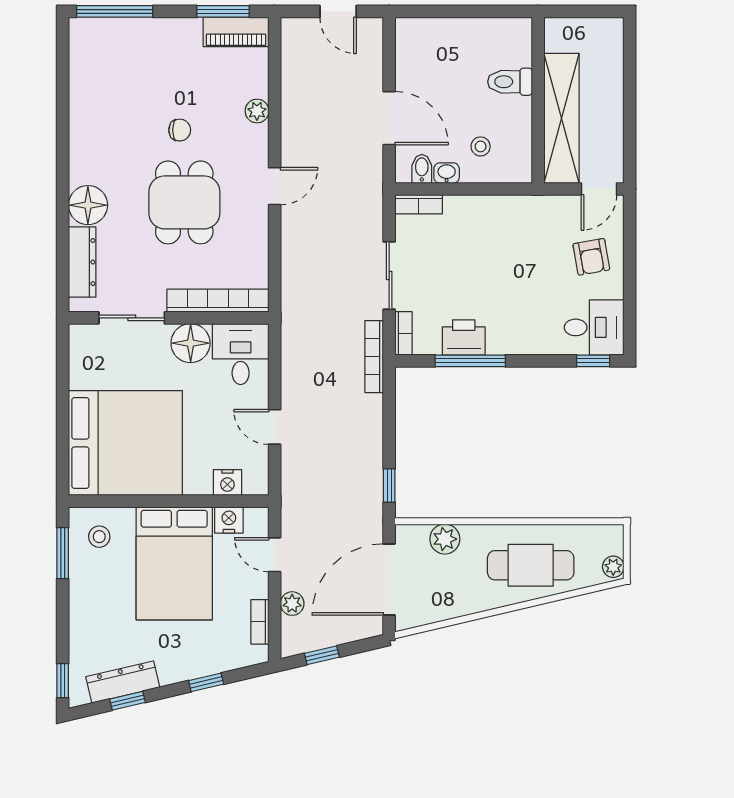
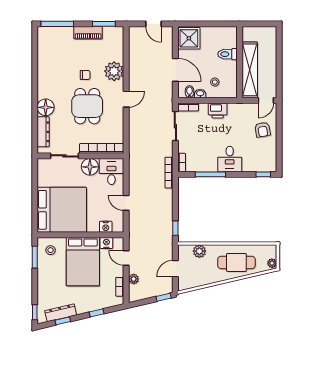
piano: (236, 32) -> (88, 33), moved
shower: (420, 45) -> (189, 38), added
plant: (257, 111) -> (114, 71), width x1.88, depth x1.88
sliding door: (389, 276) -> (175, 126), moved
desk: (594, 327) -> (230, 159), moved, turned 90
printer: (464, 337) -> (218, 110), moved, turned 180
door: (389, 579) -> (175, 269), width x0.53
window: (322, 655) -> (164, 297), moved

